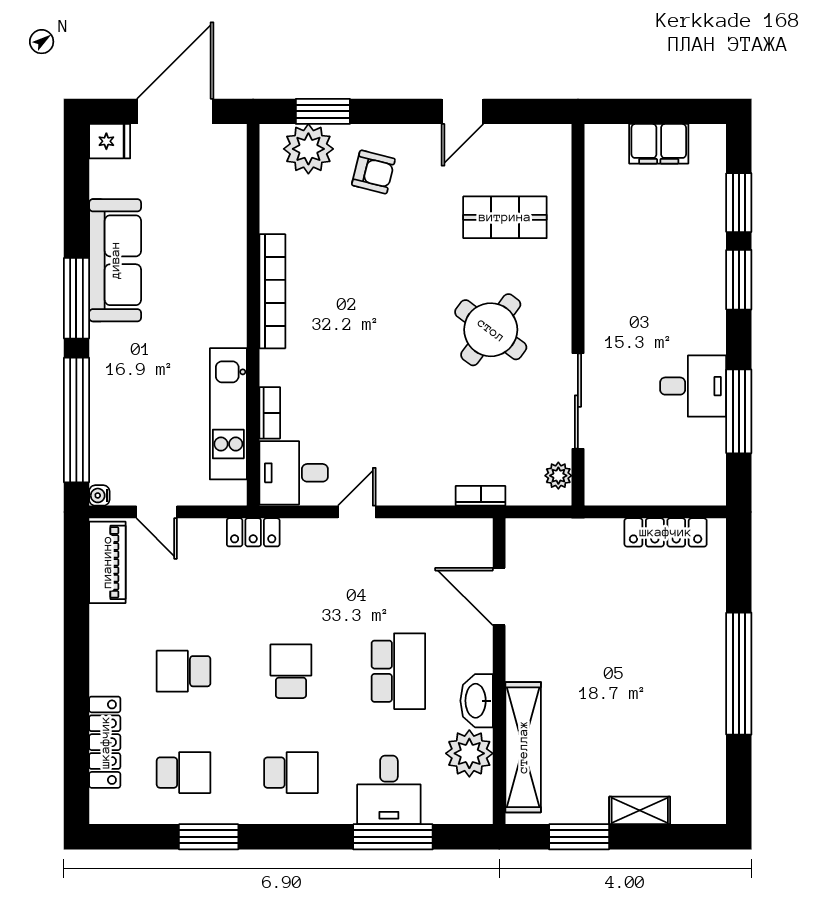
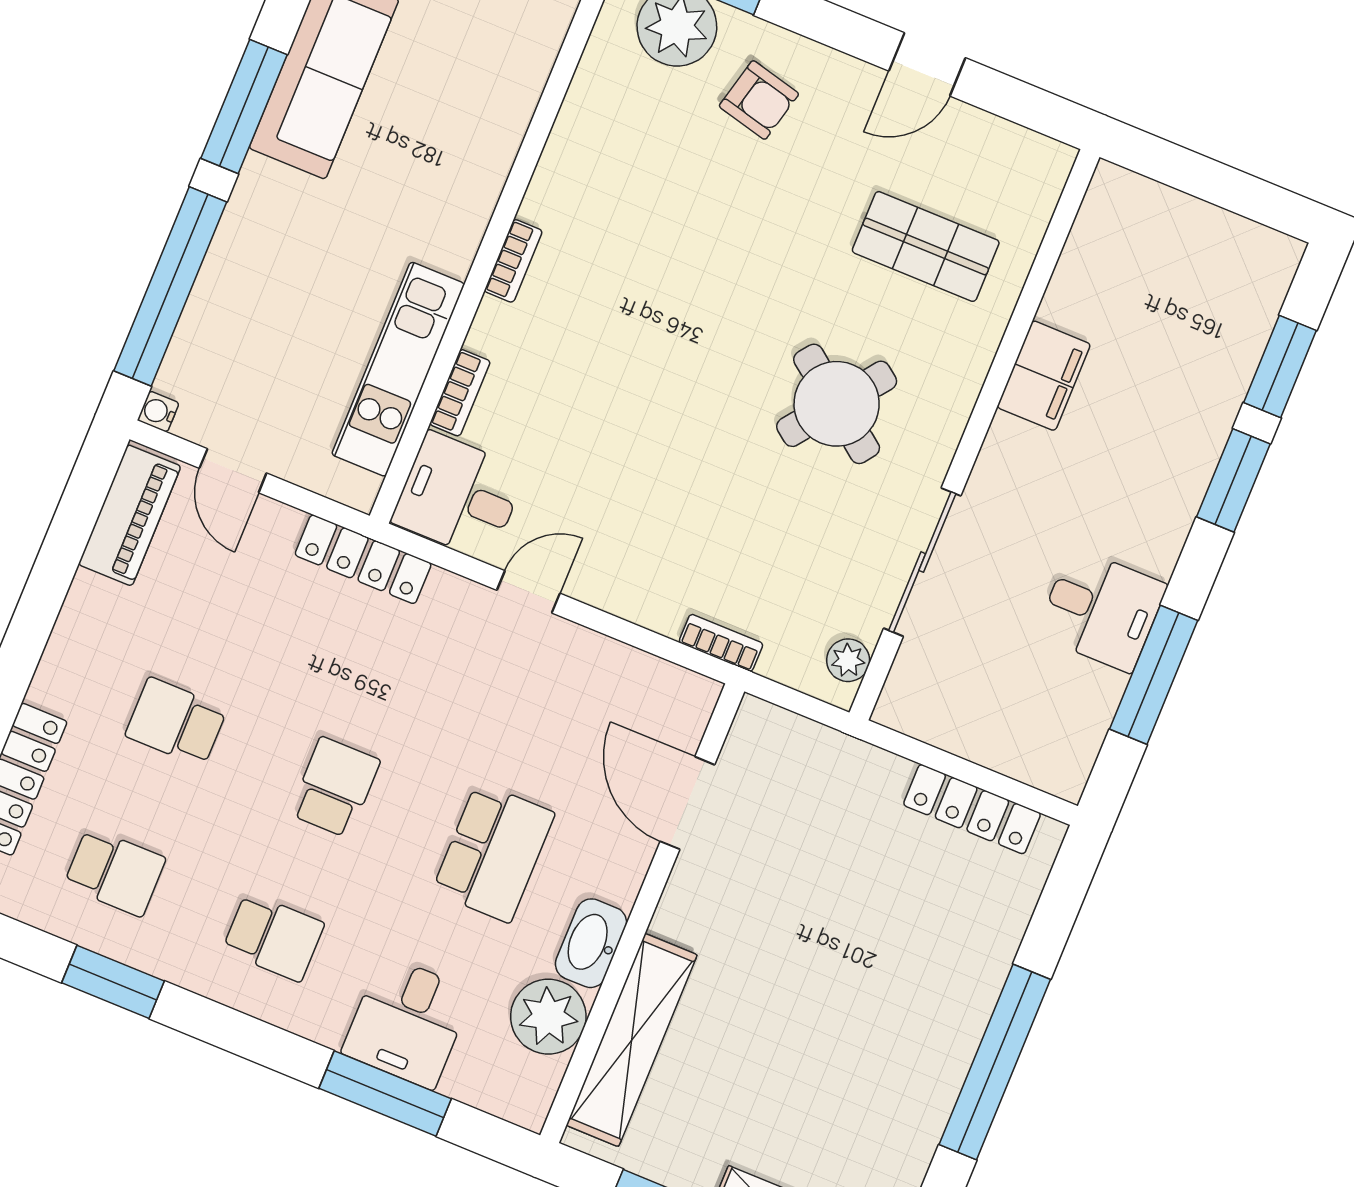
filing cabinet: (659, 144) -> (1044, 376), moved, turned -90
bookcase: (272, 291) -> (513, 261), width x0.43, depth x0.76
locker: (253, 532) -> (363, 559), width x1.53

